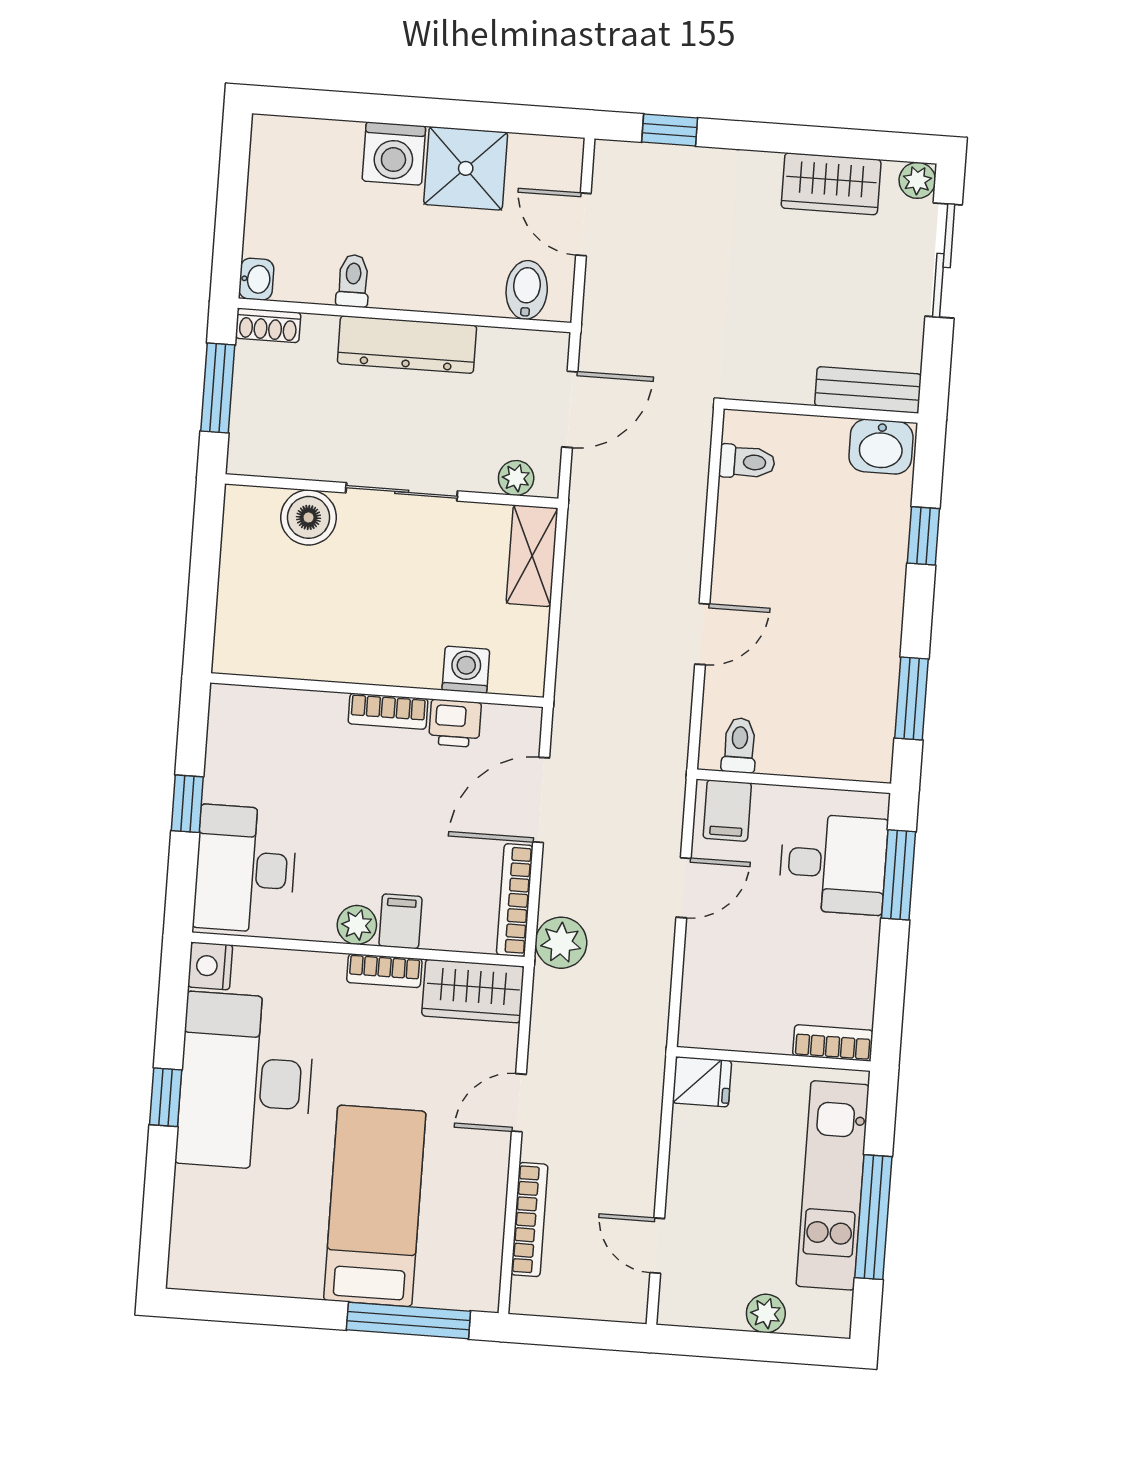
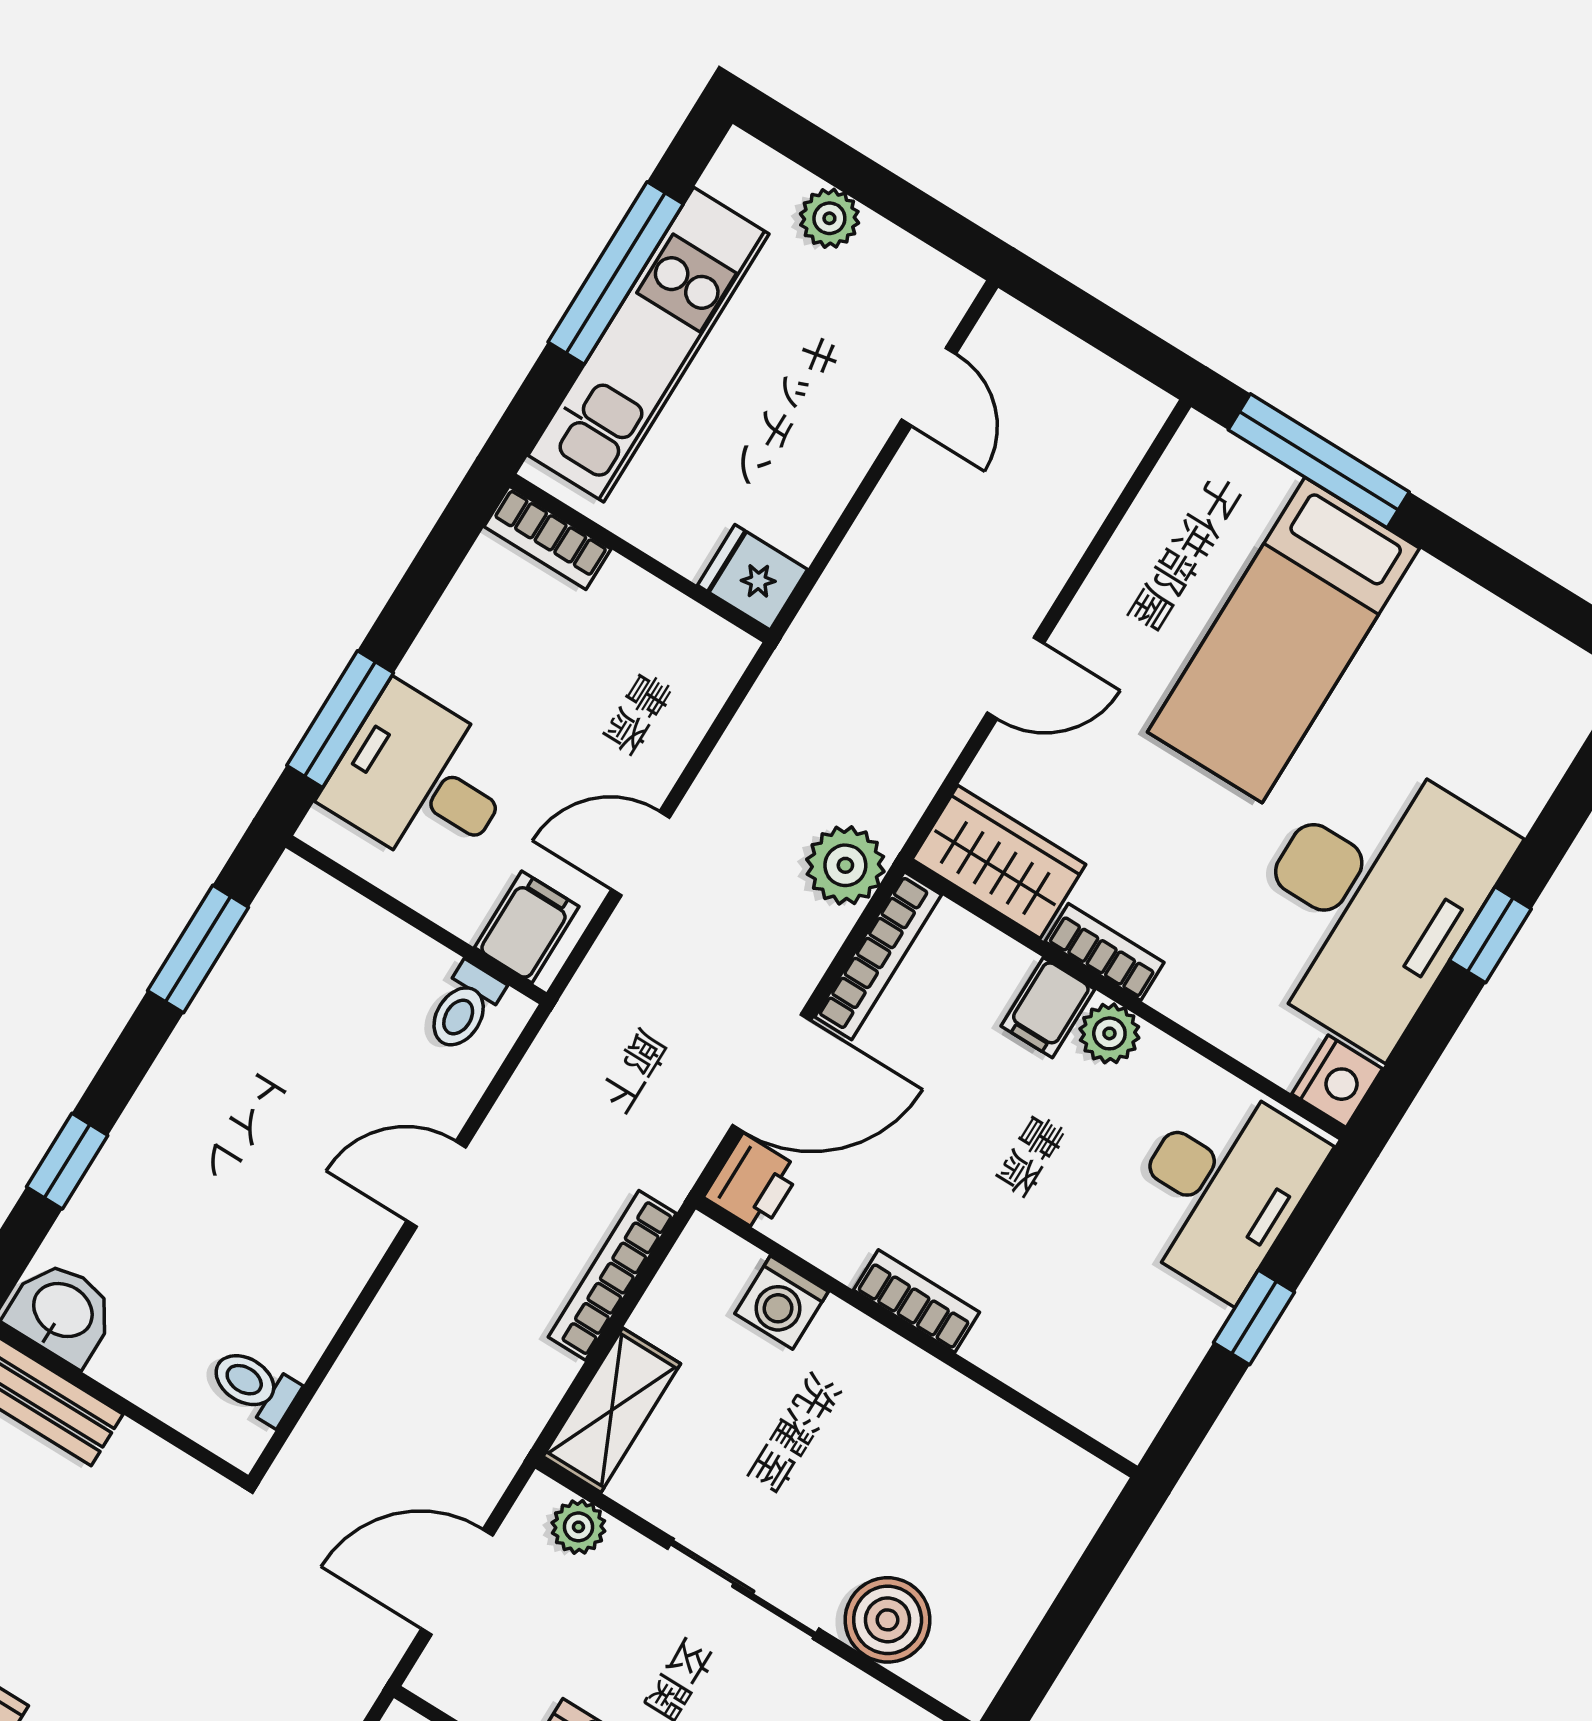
printer: (455, 723) -> (753, 1183), moved, turned 90
bookcase: (529, 1220) -> (612, 1275), moved

